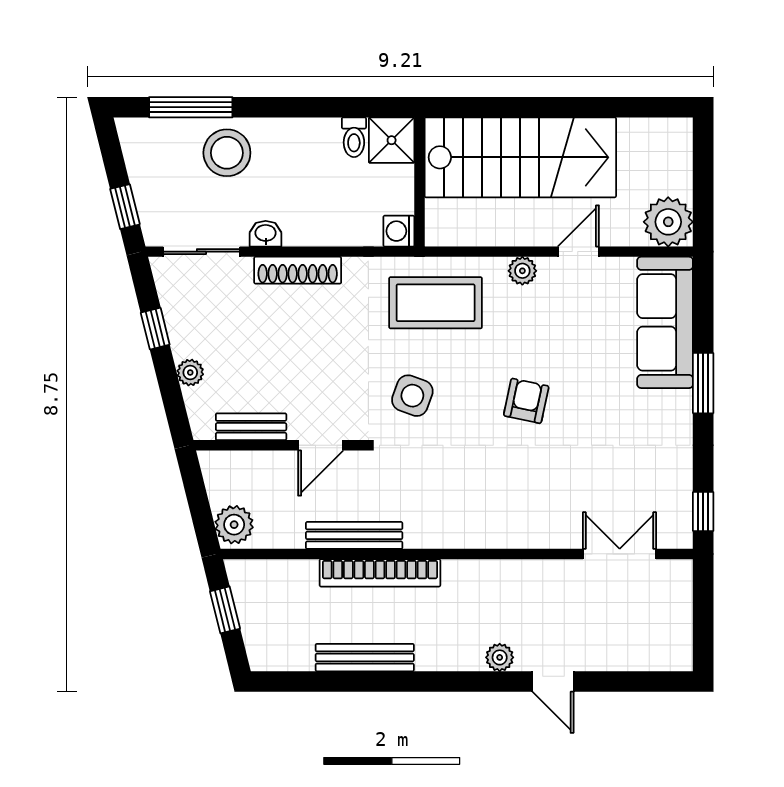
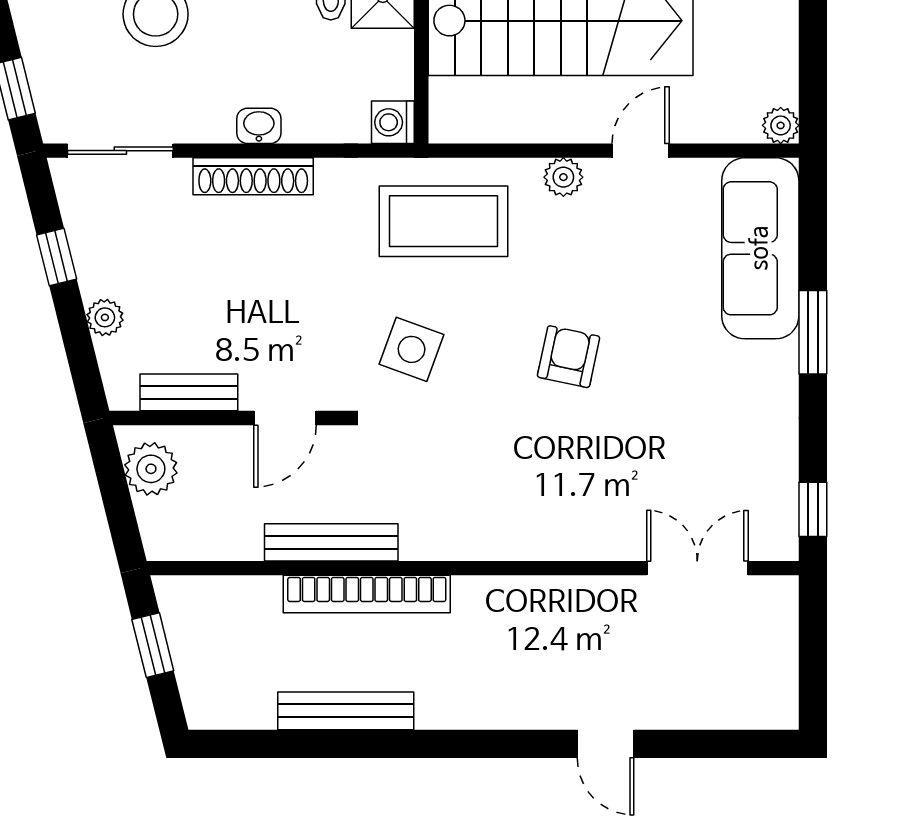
plant: (668, 222) -> (781, 125), width x0.53, depth x0.53
washbasin: (266, 234) -> (259, 126), moved
plant: (234, 525) -> (151, 469), moved
plant: (500, 657) -> (532, 711), removed

